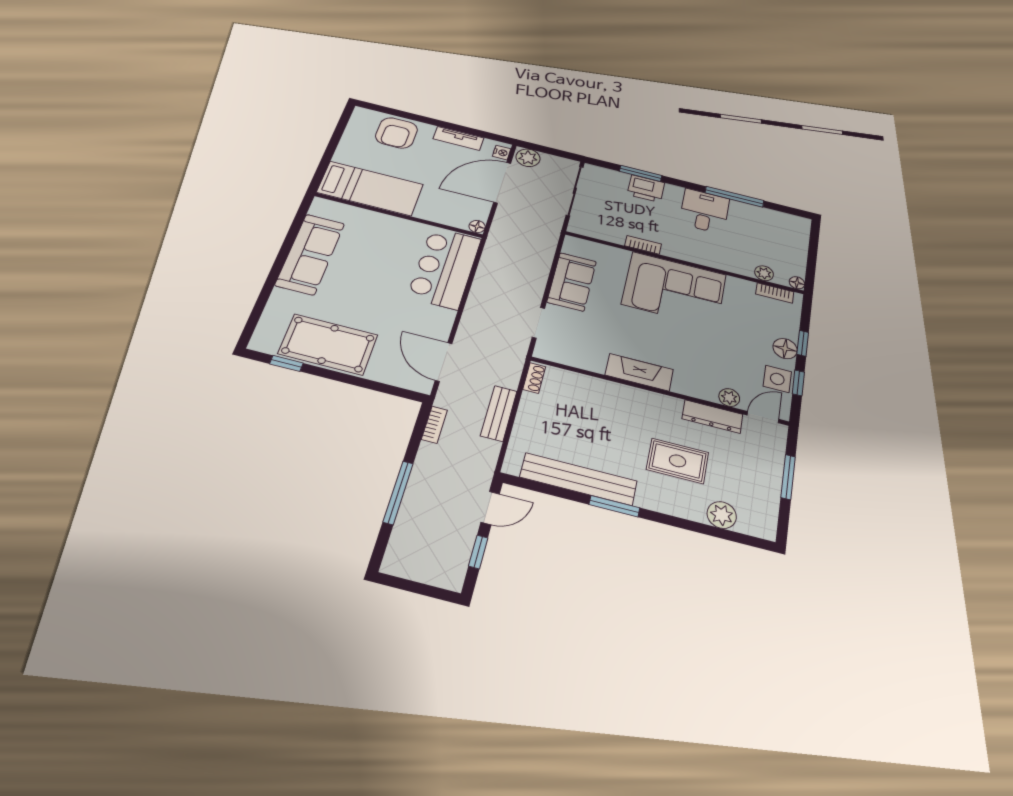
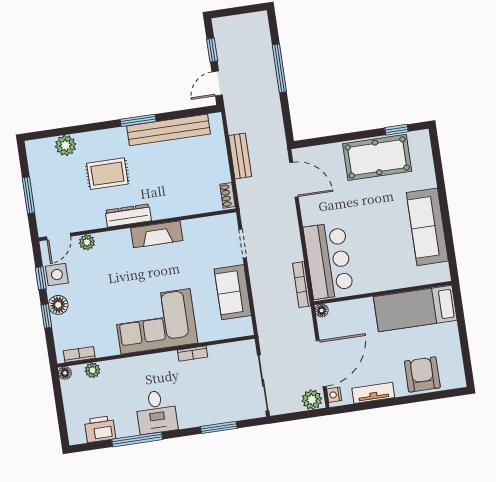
printer: (646, 189) -> (100, 429), moved
dresser: (712, 417) -> (128, 216), moved
bookcase: (434, 425) -> (302, 285), moved, width x1.56

